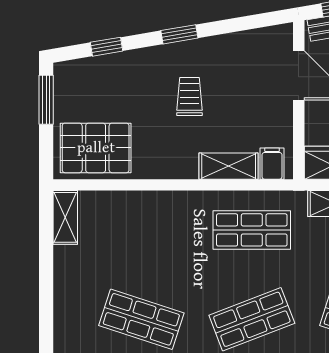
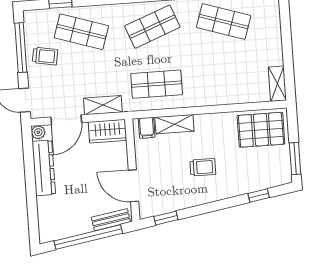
window: (179, 34) -> (166, 218), moved
trolley: (190, 96) -> (203, 167), turned -90

